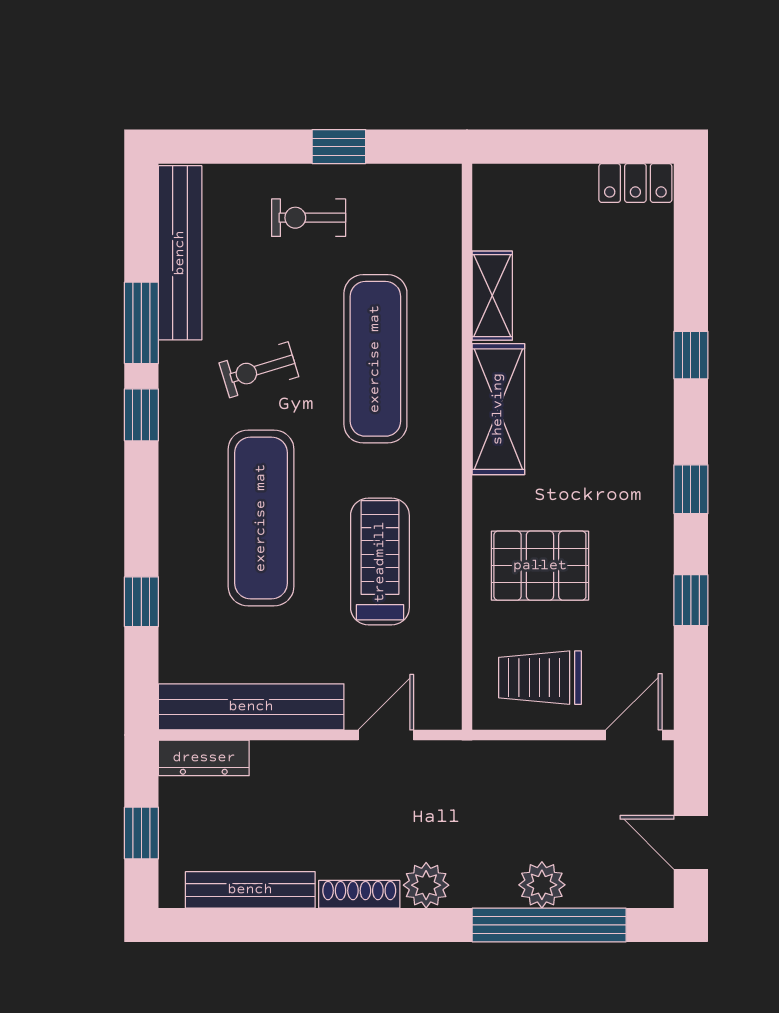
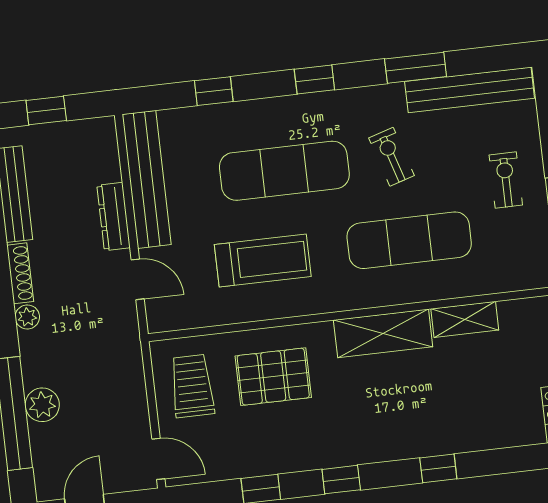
window: (141, 415) -> (314, 79), moved
pallet: (540, 566) -> (273, 377), turned 90
dresser: (204, 758) -> (114, 216), moved
plant: (426, 885) -> (27, 317), width x0.73, depth x0.73

